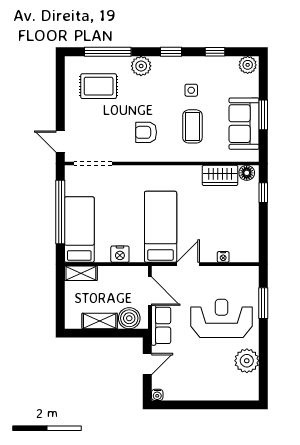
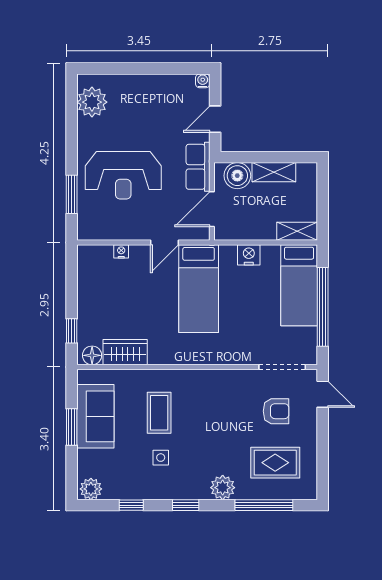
armchair: (146, 132) -> (276, 411), moved
door: (150, 291) -> (212, 209), hinge flipped
plant: (247, 361) -> (92, 102), moved

